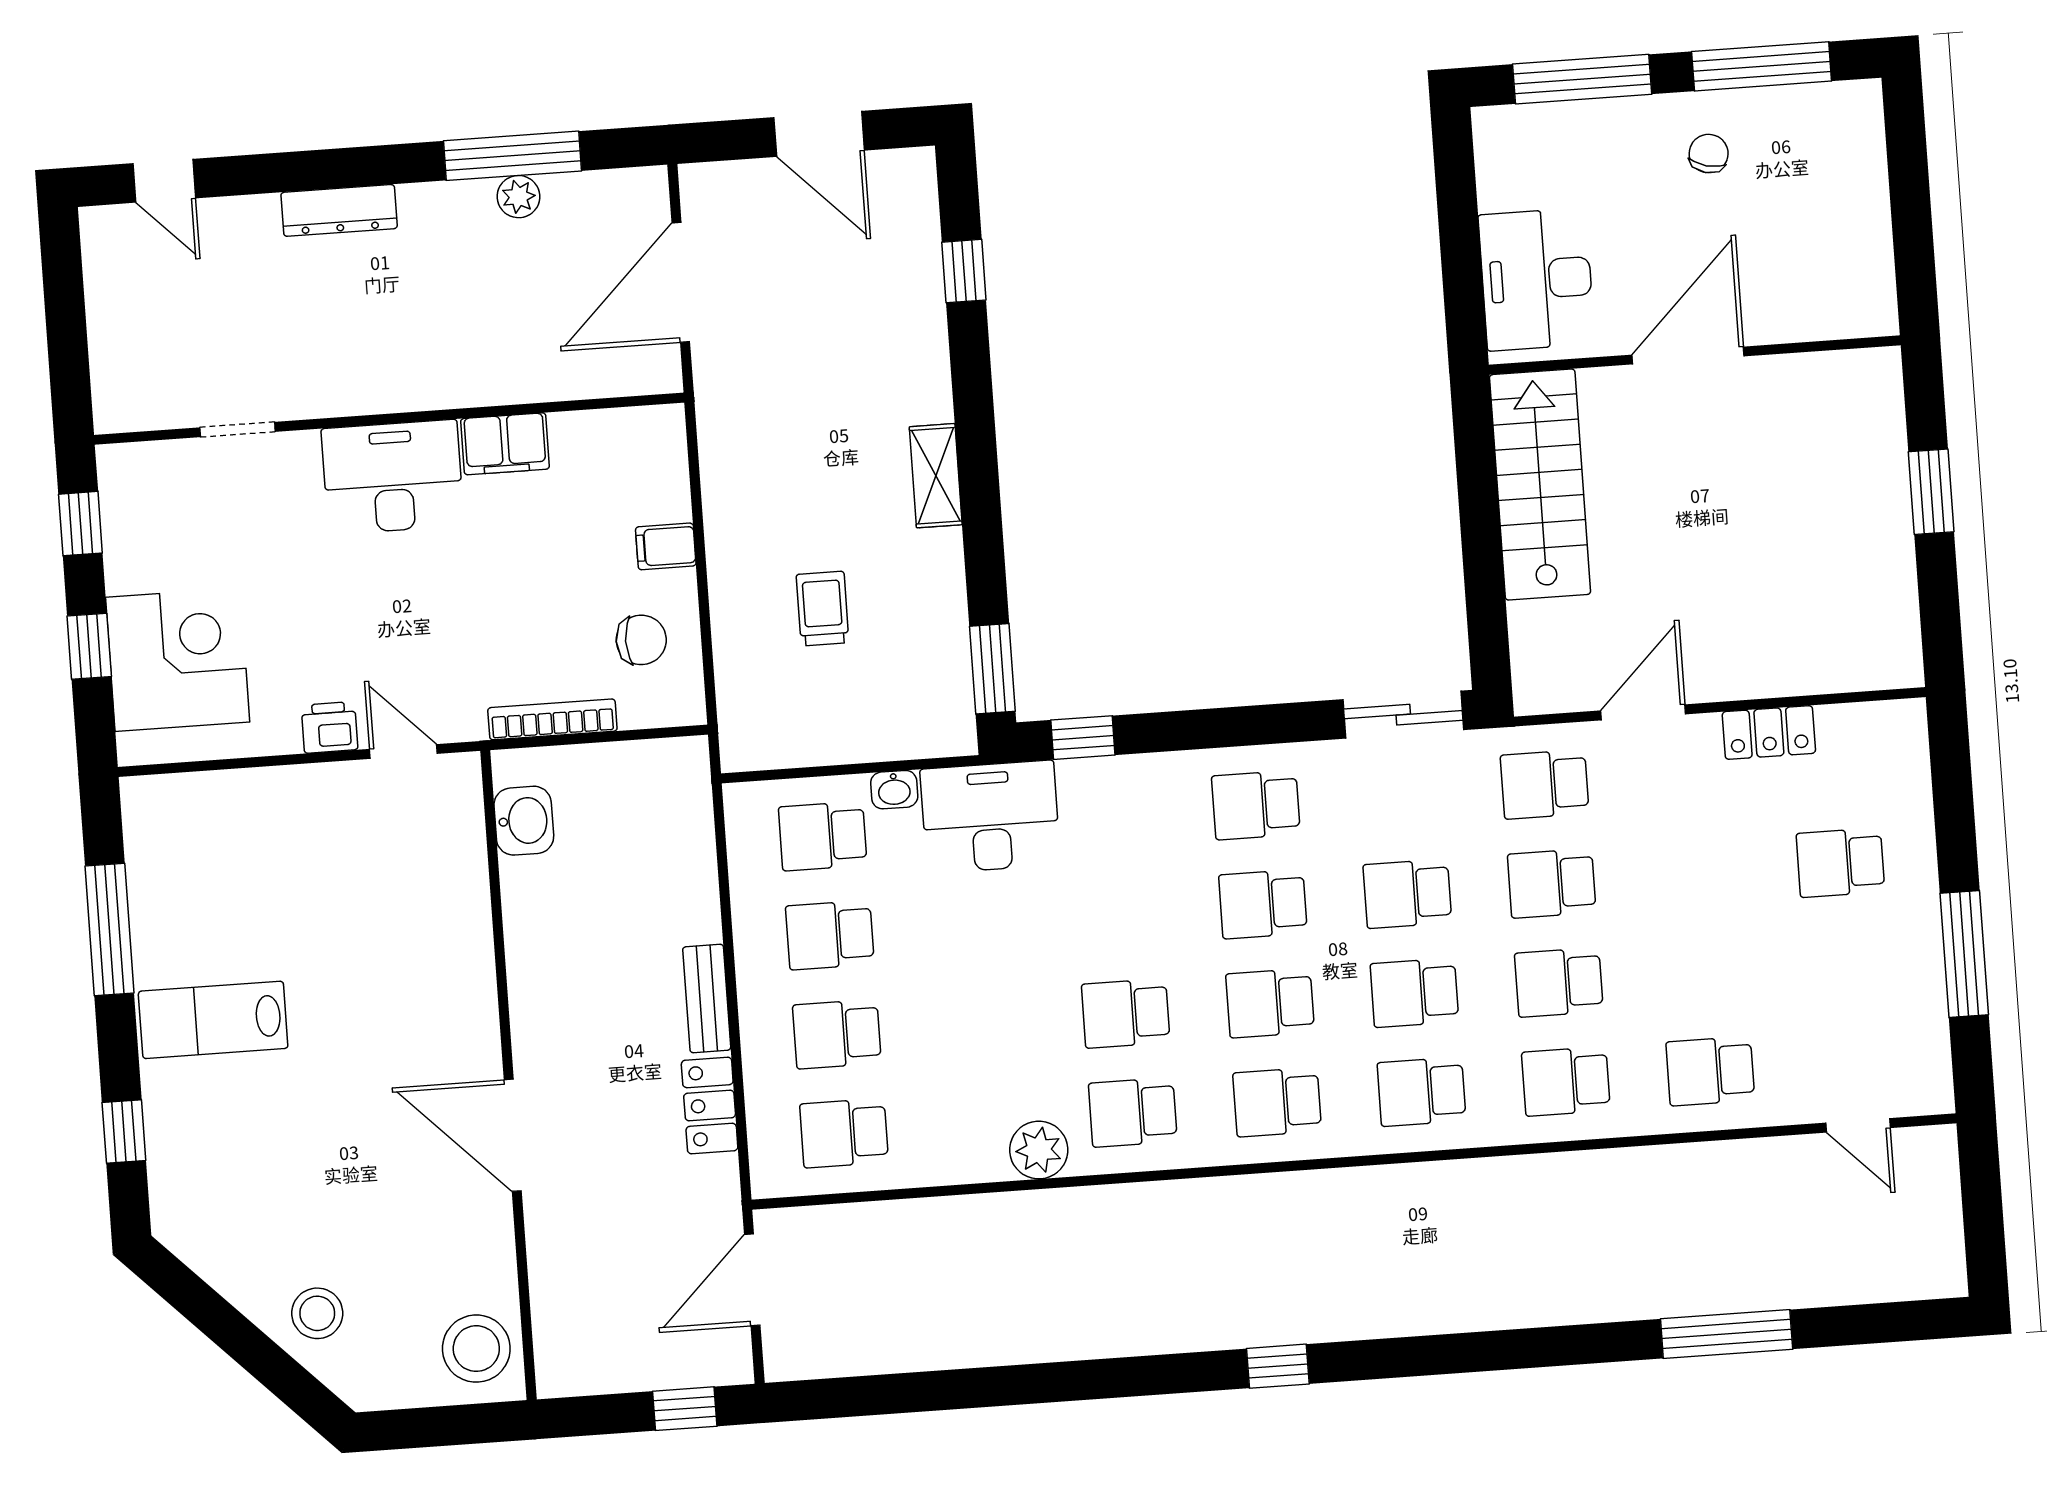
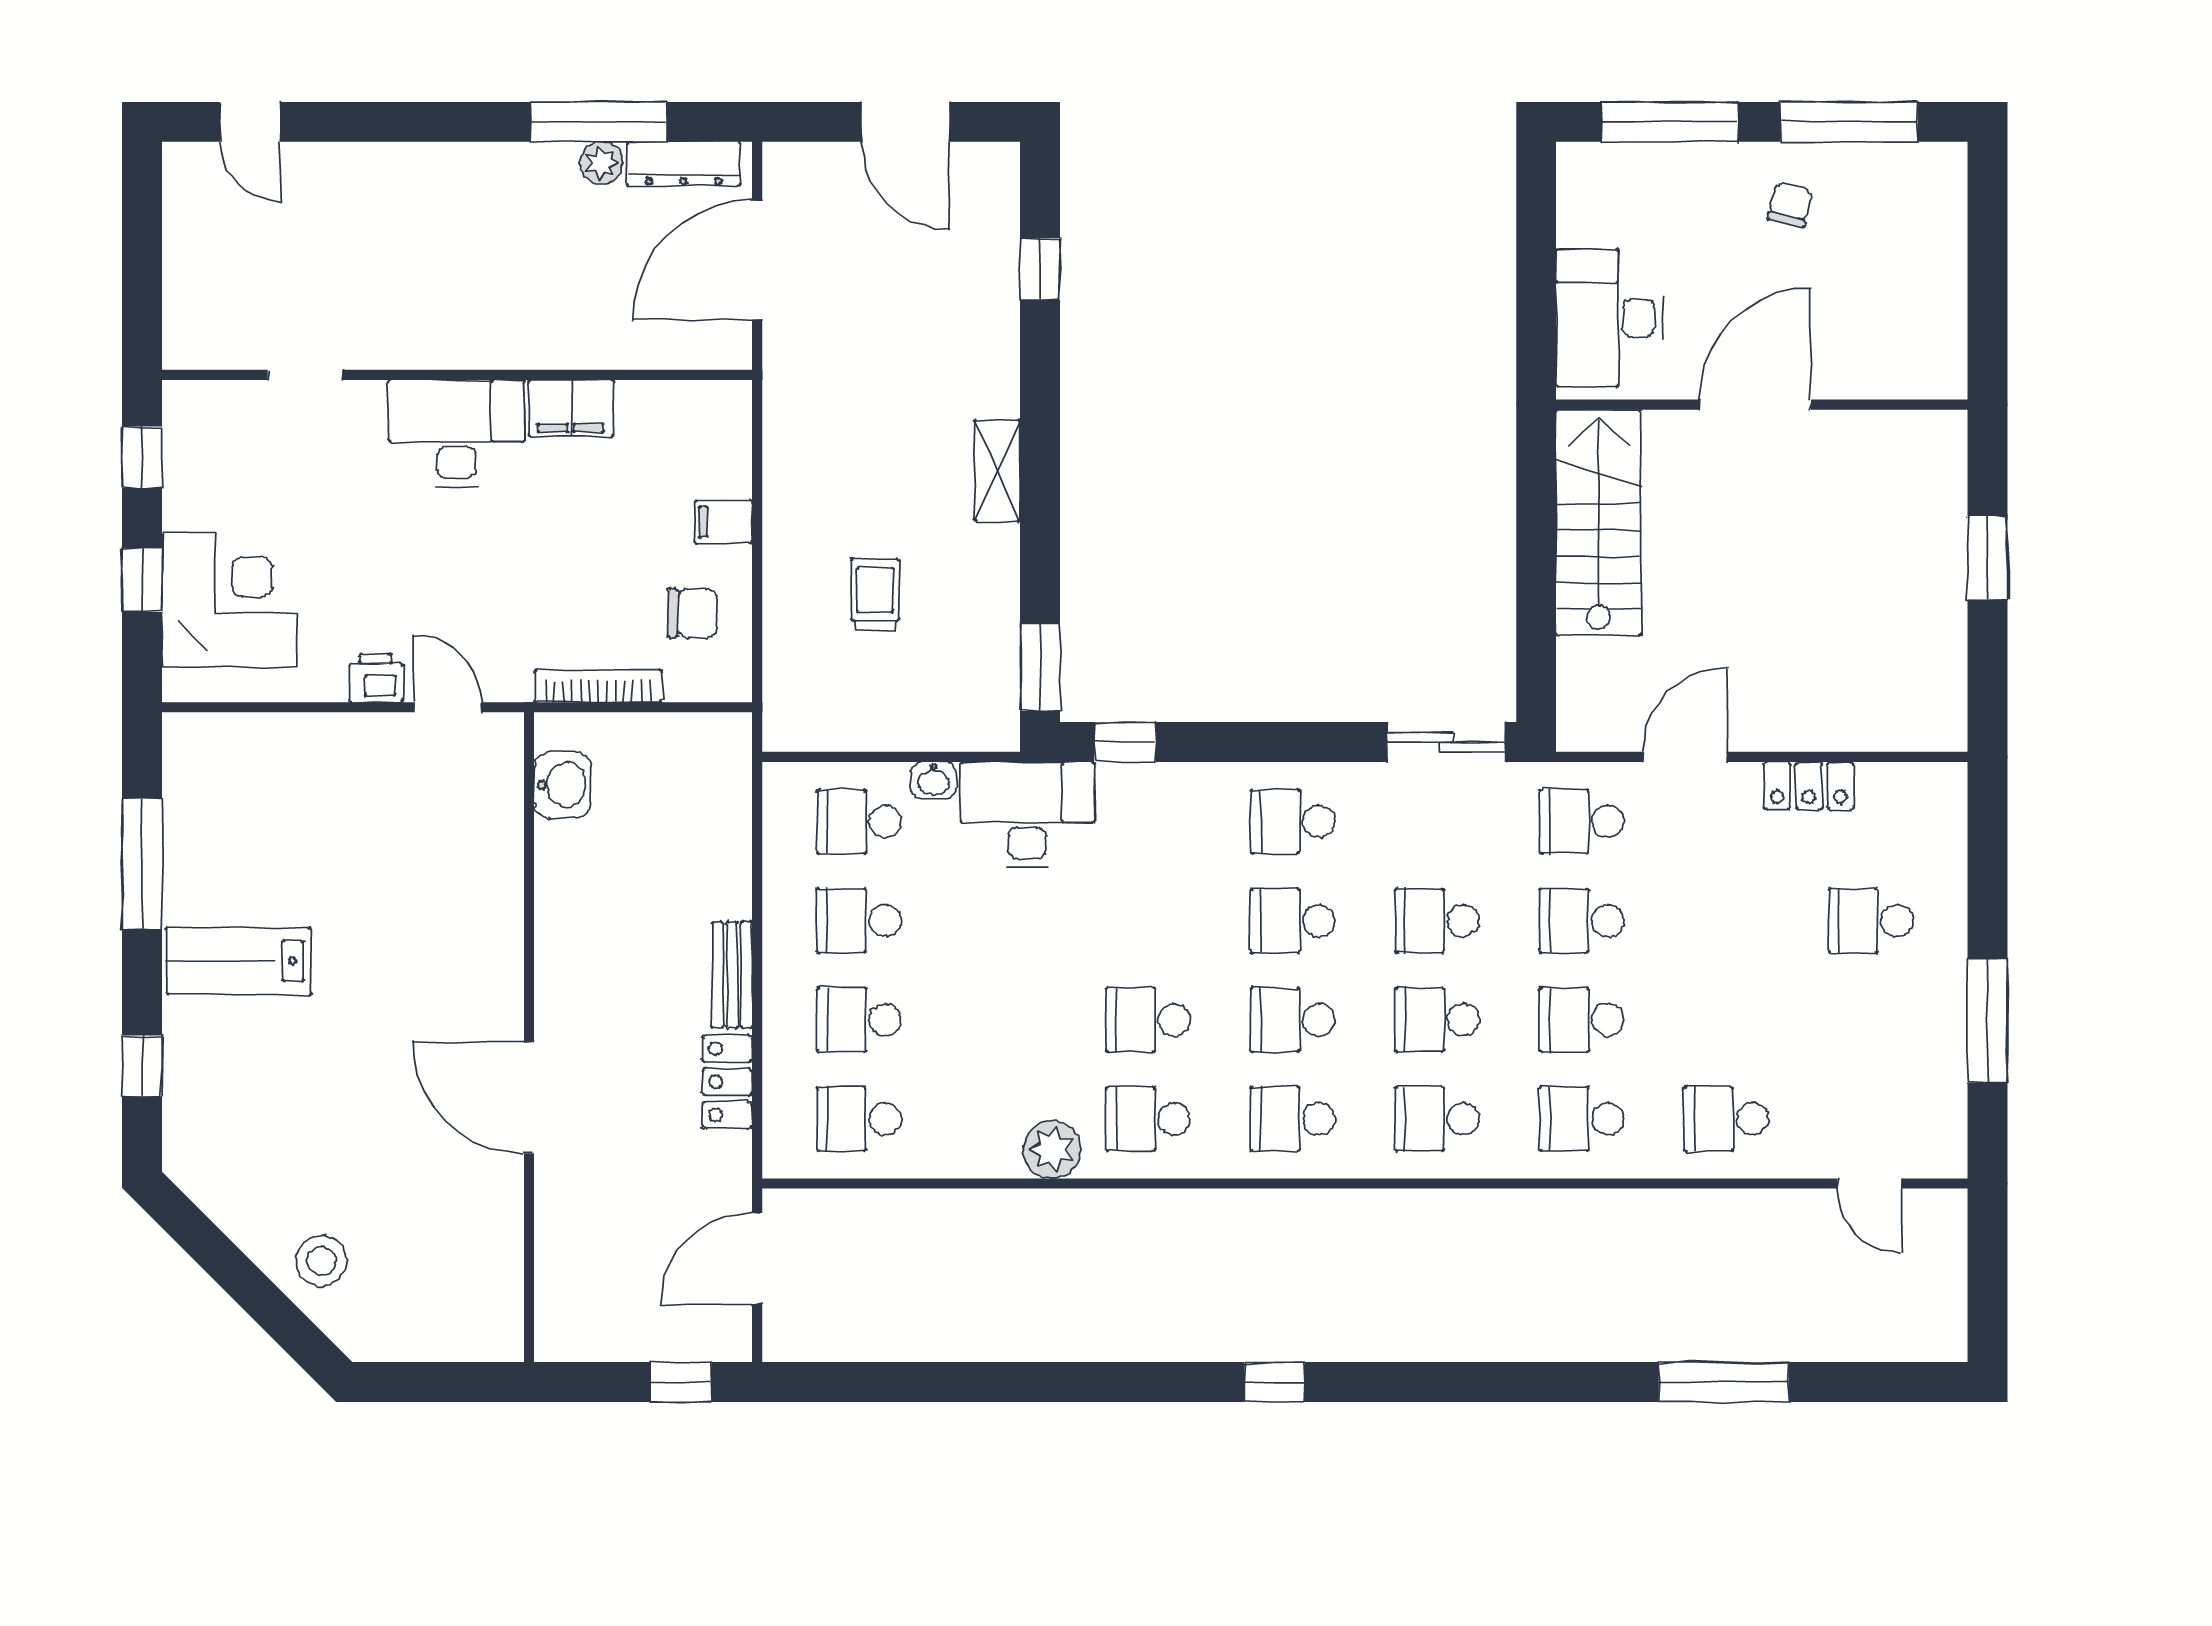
dresser: (339, 210) -> (684, 164), moved
stool: (476, 1349) -> (477, 1307), removed

